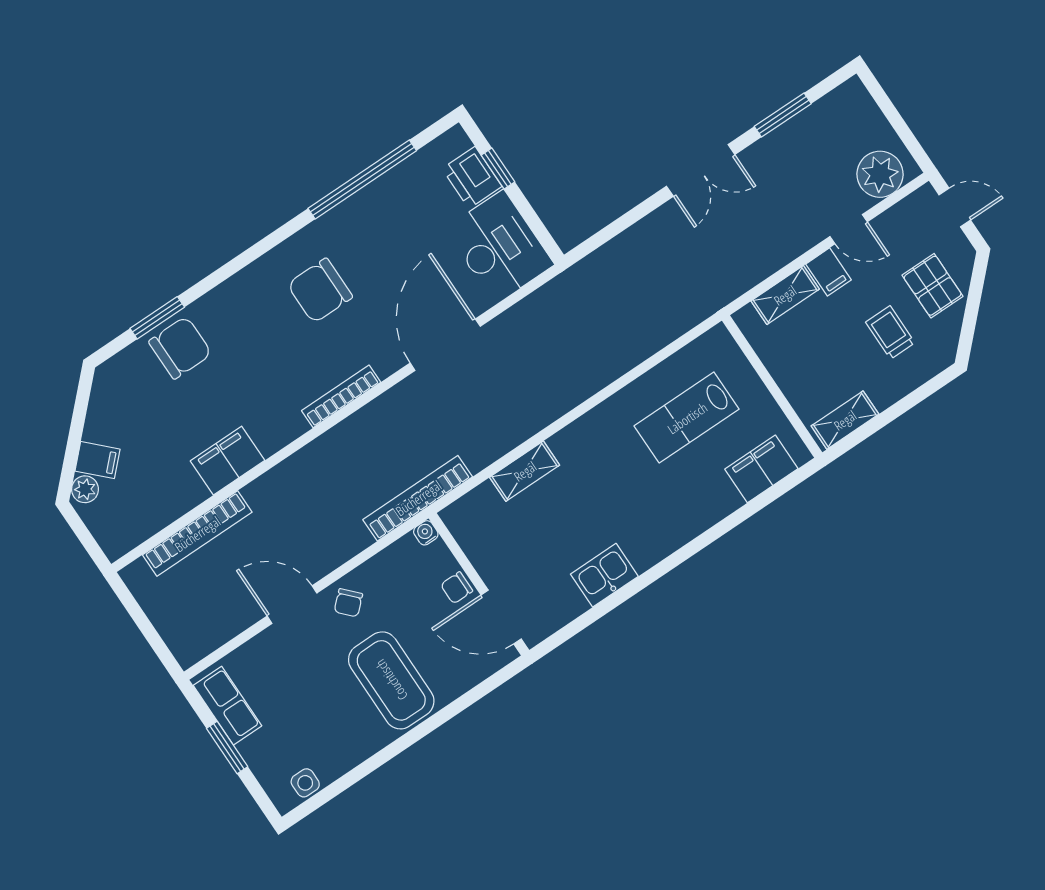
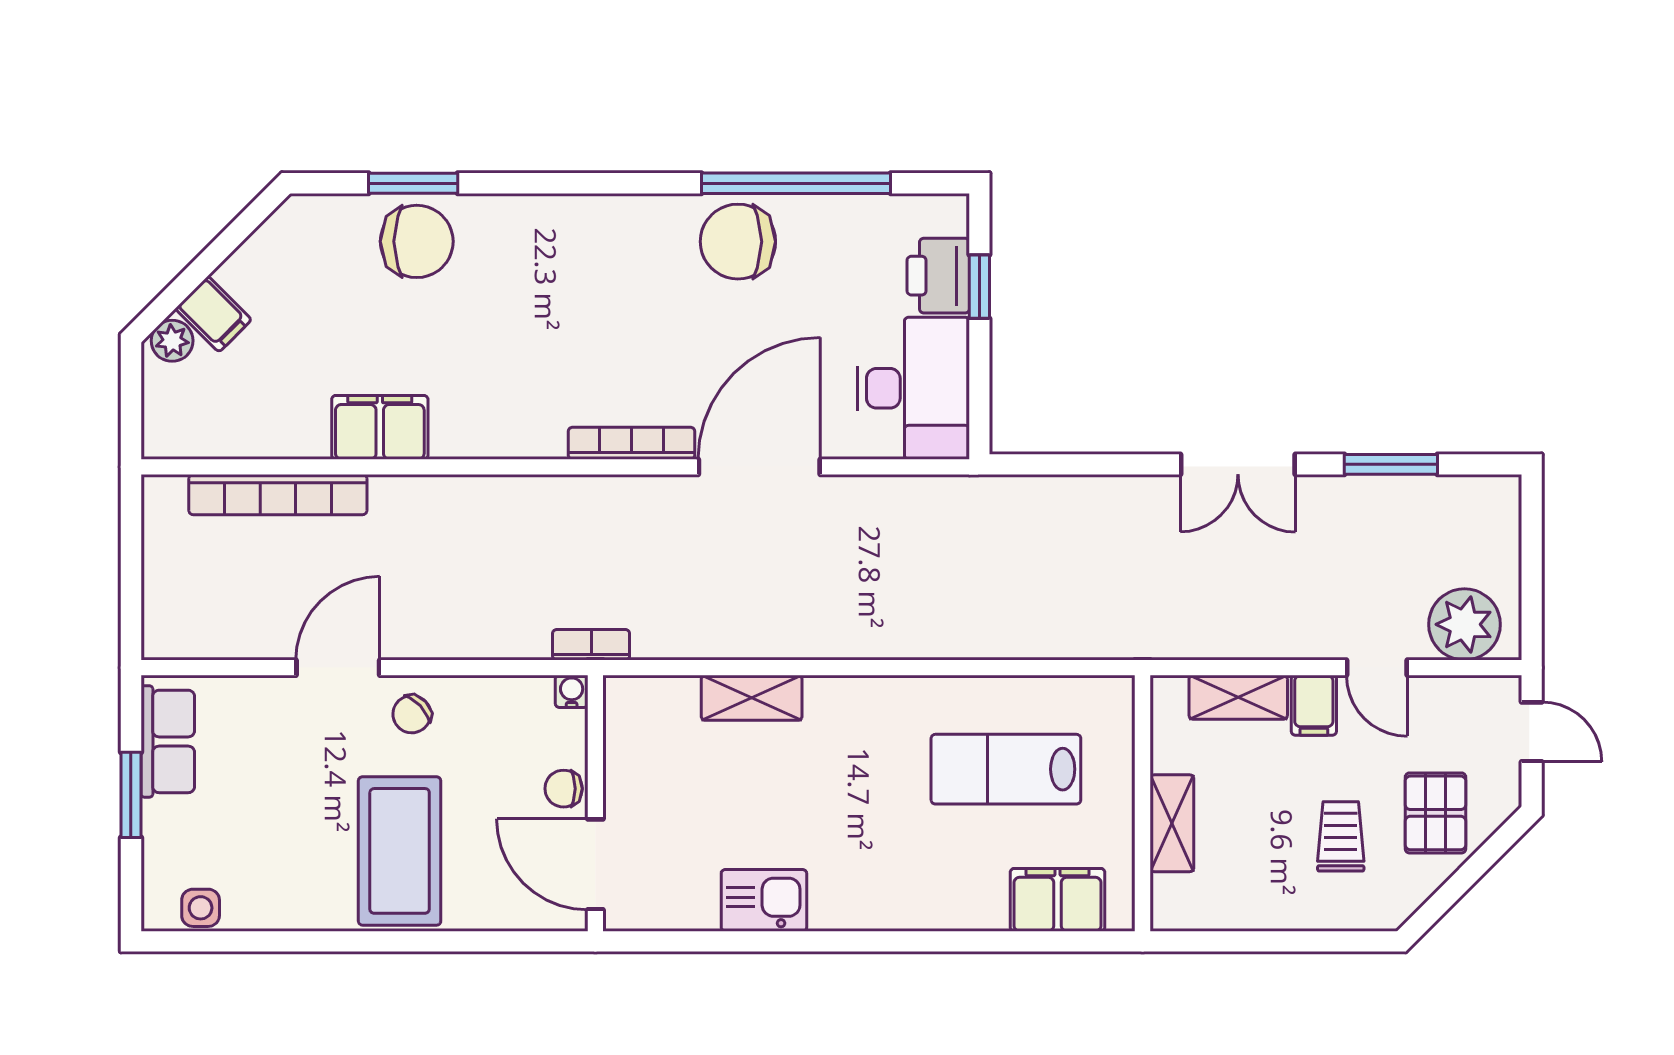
chair: (320, 291) -> (738, 242), moved
bookcase: (341, 396) -> (632, 443), moved
shelving: (845, 420) -> (1172, 823), moved, turned 90
bookcase: (418, 498) -> (591, 645), width x0.43, depth x0.76
door: (292, 605) -> (338, 668), hinge flipped

